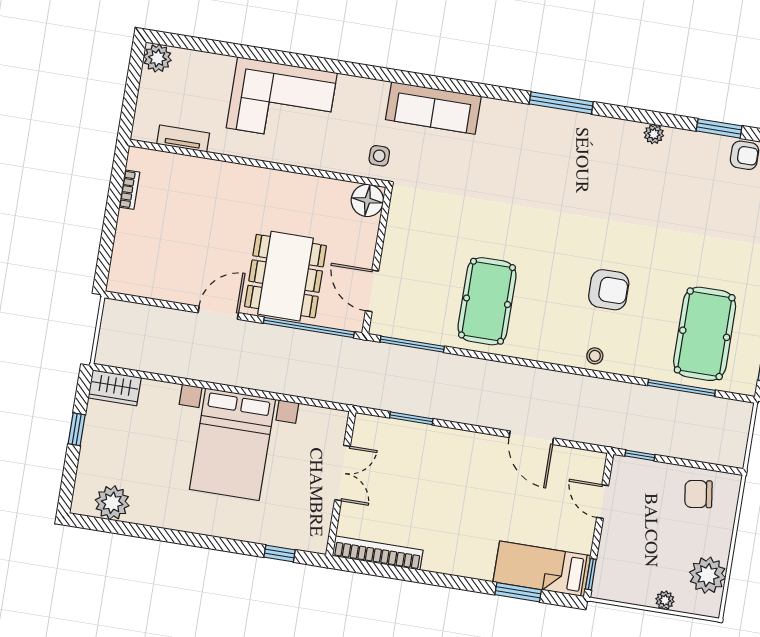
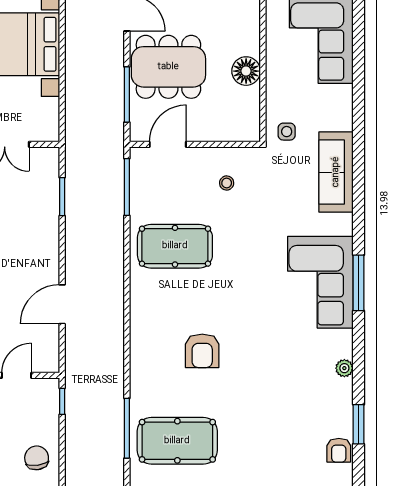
corner sofa: (553, 145) -> (320, 282), added
floor lamp: (367, 200) -> (246, 71), moved
window: (309, 327) -> (127, 94), width x0.68
stool: (595, 356) -> (227, 183), moved

